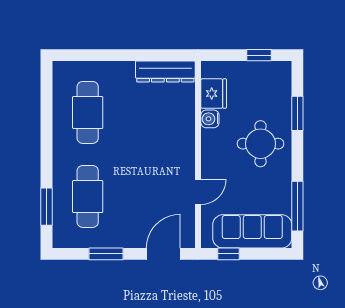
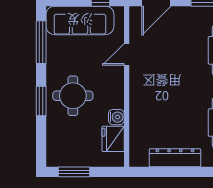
window: (259, 55) -> (74, 172), width x1.50
dresser: (165, 71) -> (175, 158), moved
window: (297, 113) -> (41, 101), moved

